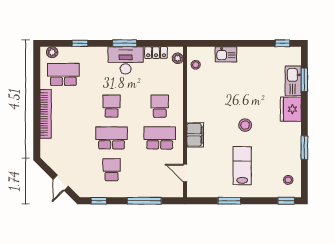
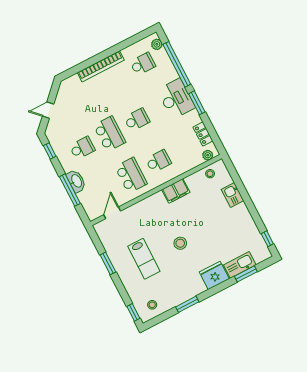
window: (80, 43) -> (177, 64), width x3.17
desk: (126, 60) -> (176, 99), moved
school desk: (63, 74) -> (143, 64), width x0.54
filing cabinet: (195, 135) -> (176, 191), moved
lab bench: (242, 166) -> (144, 259), turned 90
washbasin: (139, 191) -> (76, 181), added

